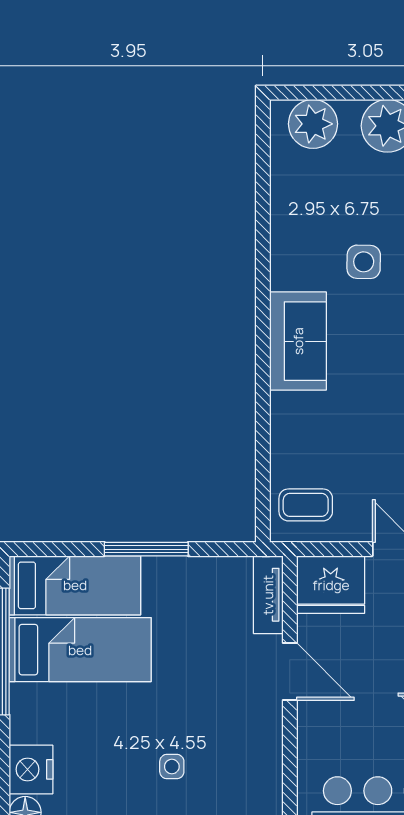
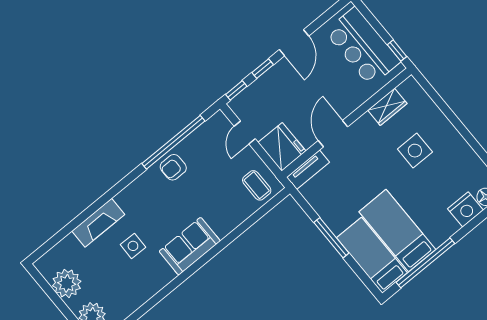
side table: (172, 767) -> (415, 151), width x1.87, depth x1.87
wardrobe: (265, 779) -> (387, 107), added

